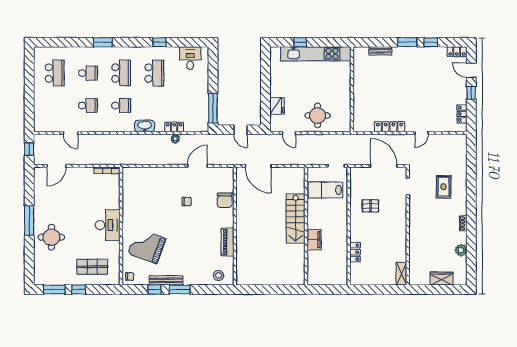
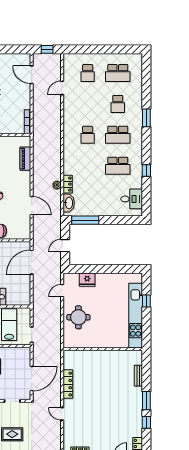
school desk: (88, 106) -> (88, 73), moved
washbasin: (145, 126) -> (69, 203), moved
piano: (147, 173) -> (25, 159), added

